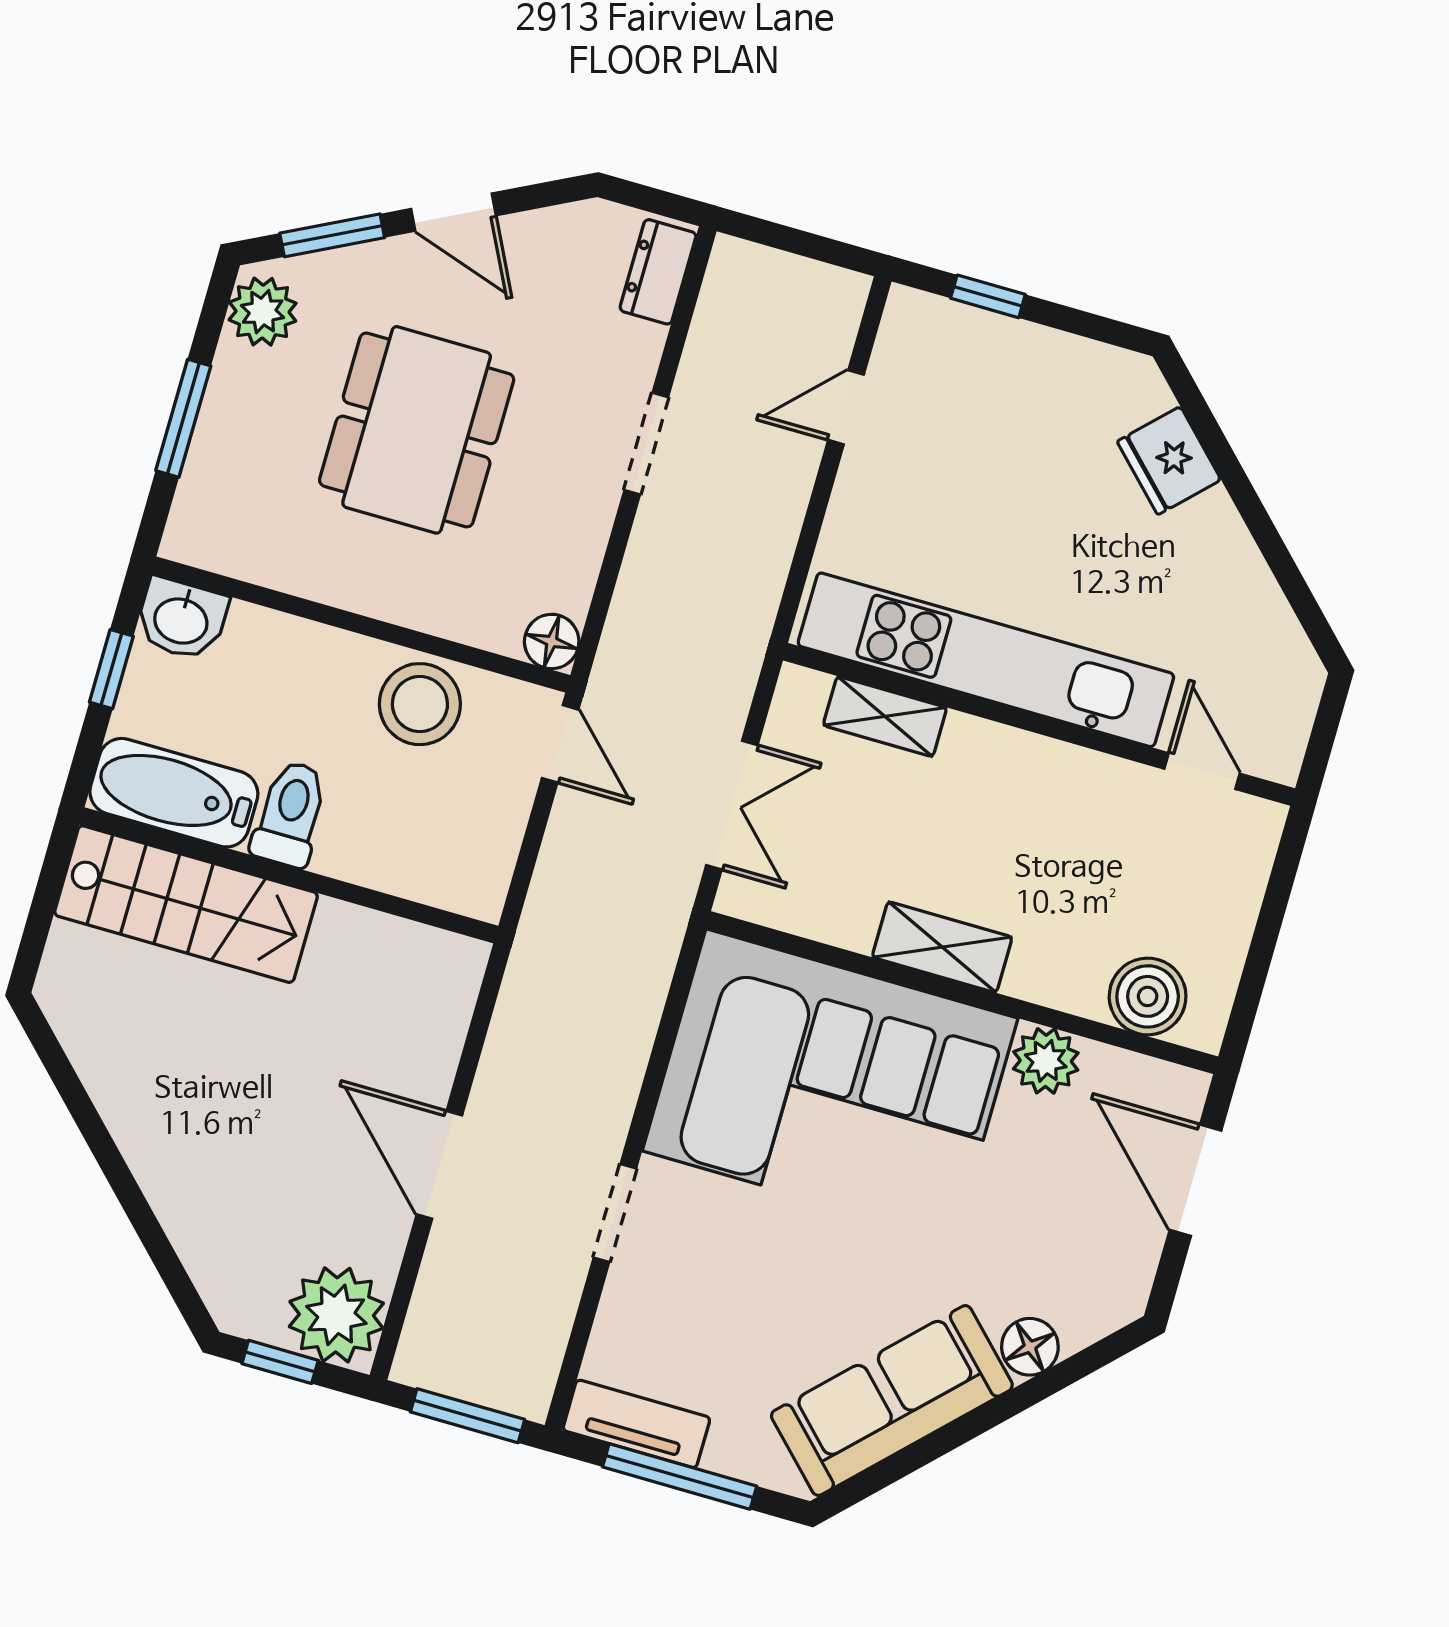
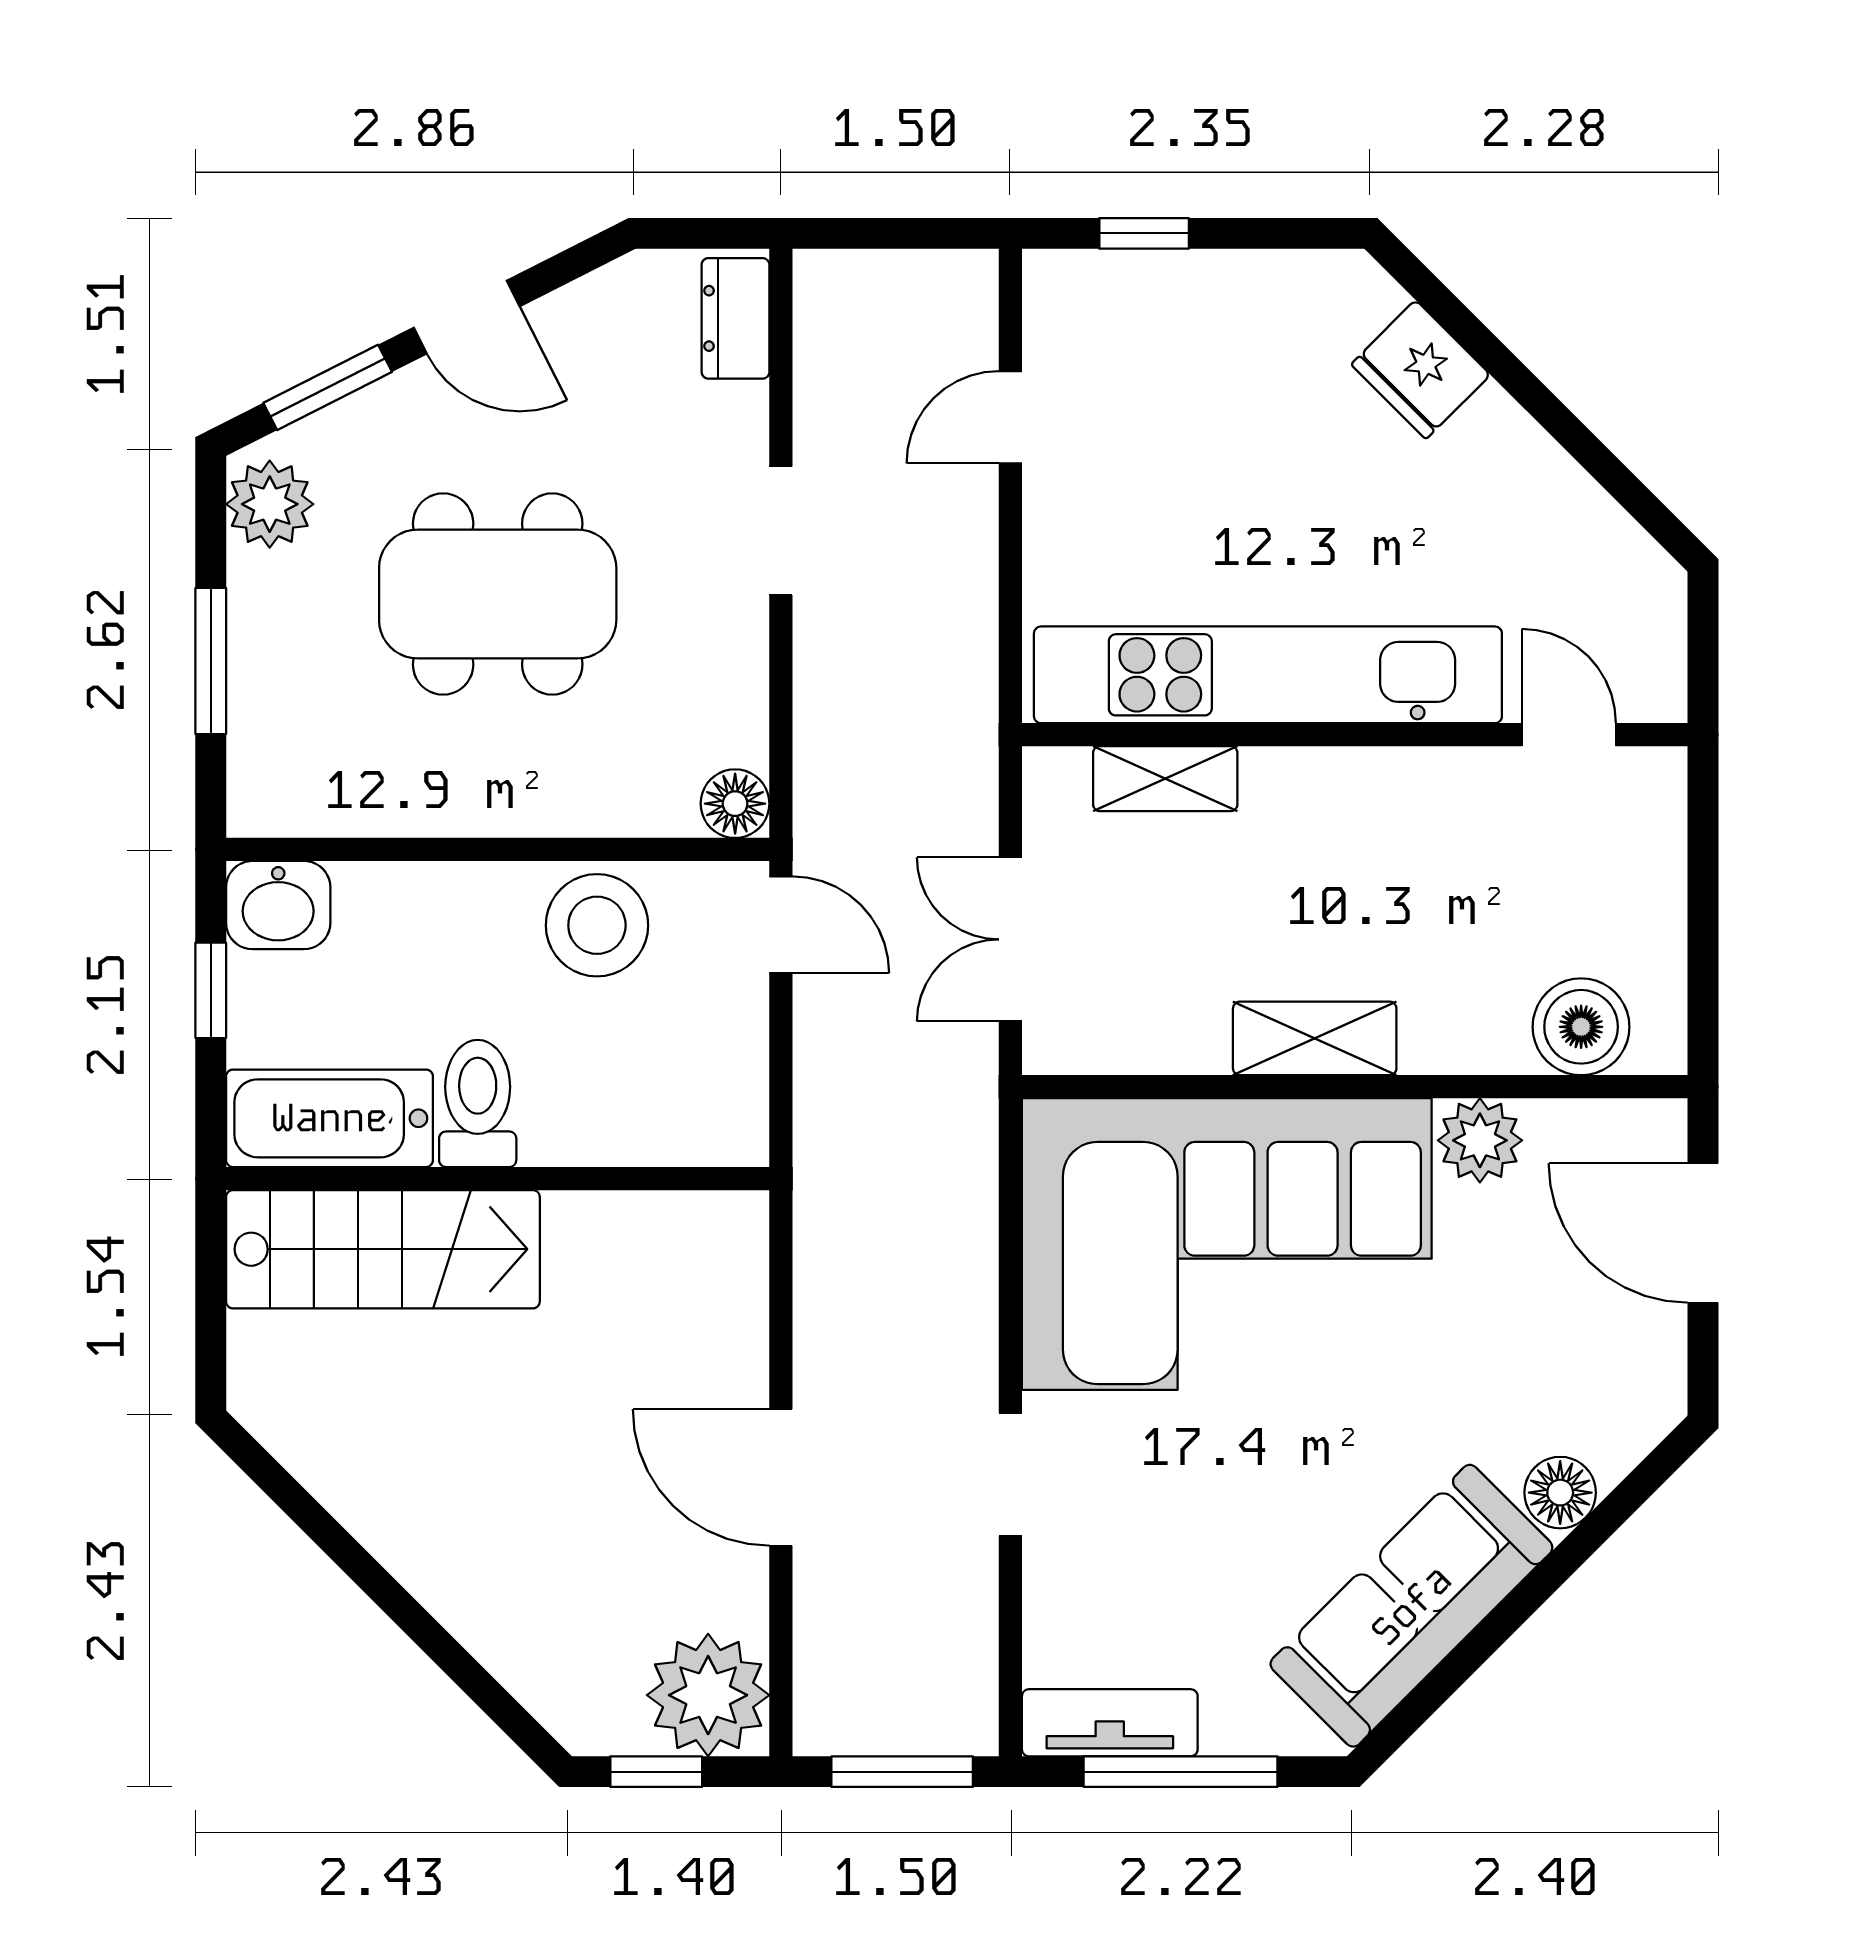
dining table: (417, 430) -> (498, 594), turned 90
double door: (732, 805) -> (1010, 939), swing flipped

